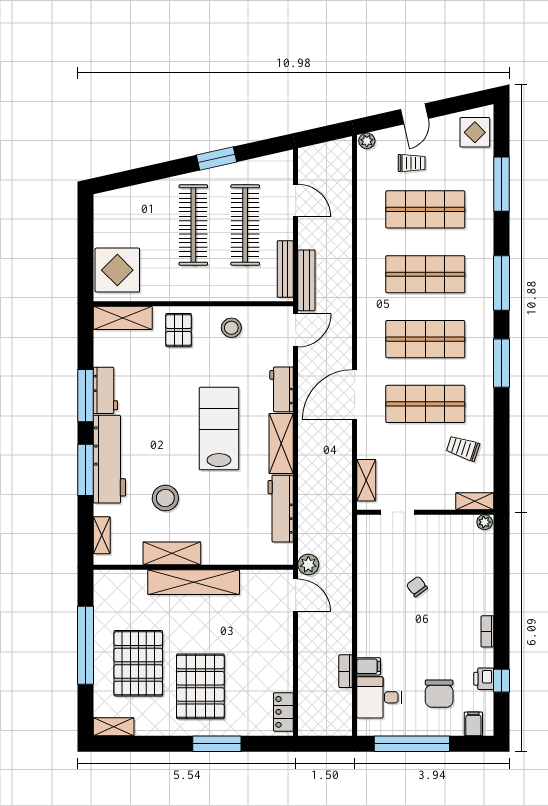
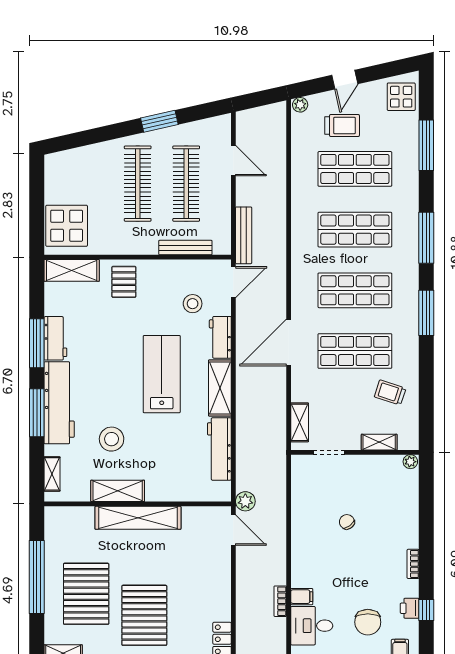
trolley: (412, 163) -> (342, 126), width x1.36, depth x1.39
bench: (285, 269) -> (185, 248), moved, turned 90
stool: (231, 328) -> (193, 304), moved
shelving: (475, 501) -> (379, 442), moved

